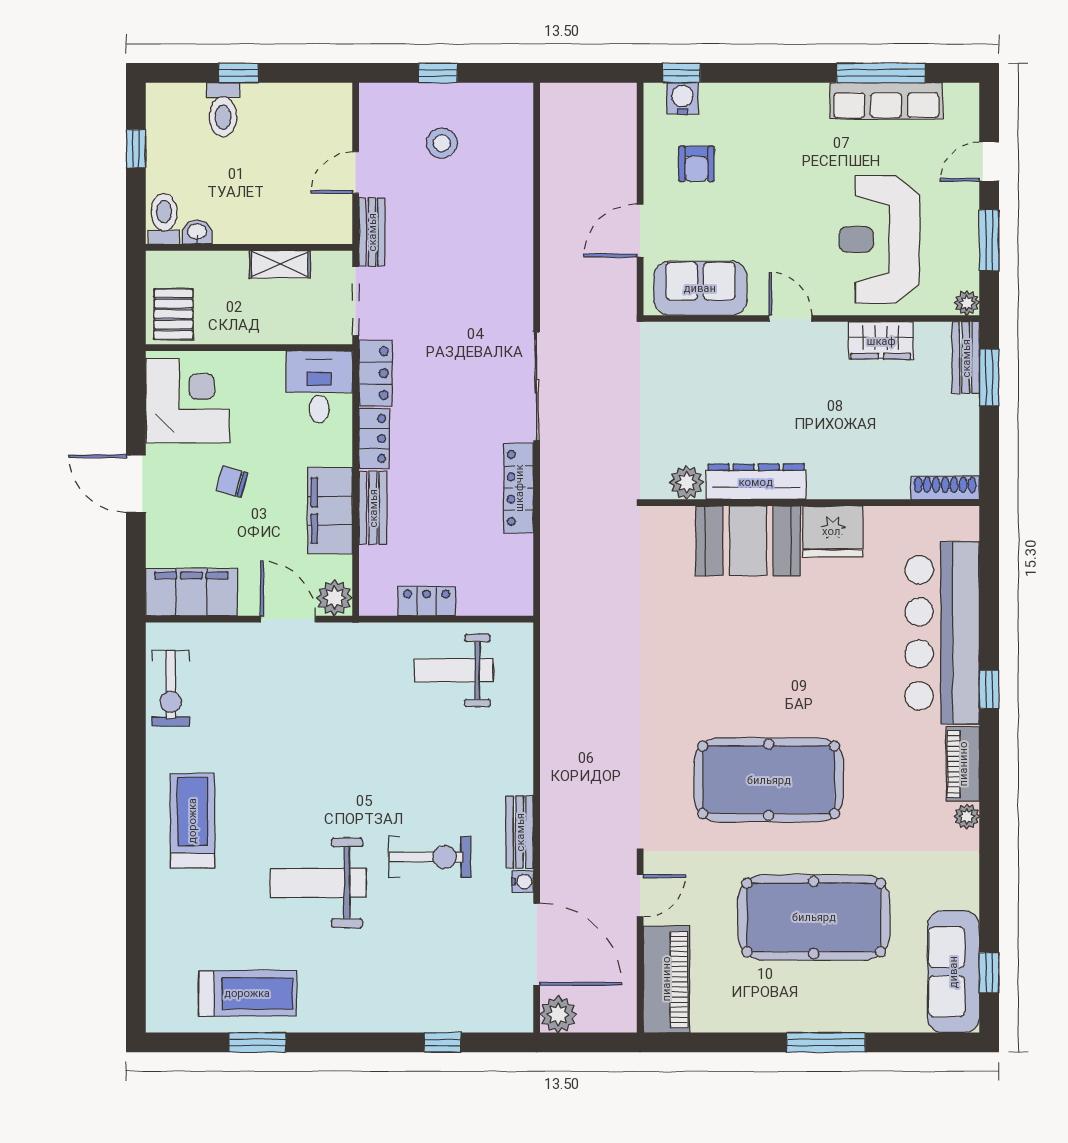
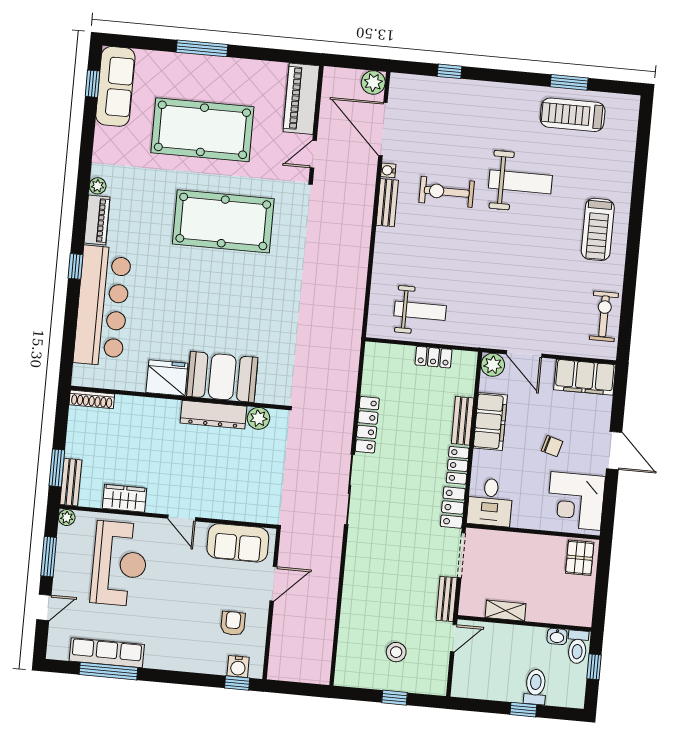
toilet: (164, 219) -> (578, 647), moved
washbasin: (197, 232) -> (557, 636), moved
wall: (249, 247) -> (524, 623), moved
shelving: (280, 264) -> (506, 611), moved

